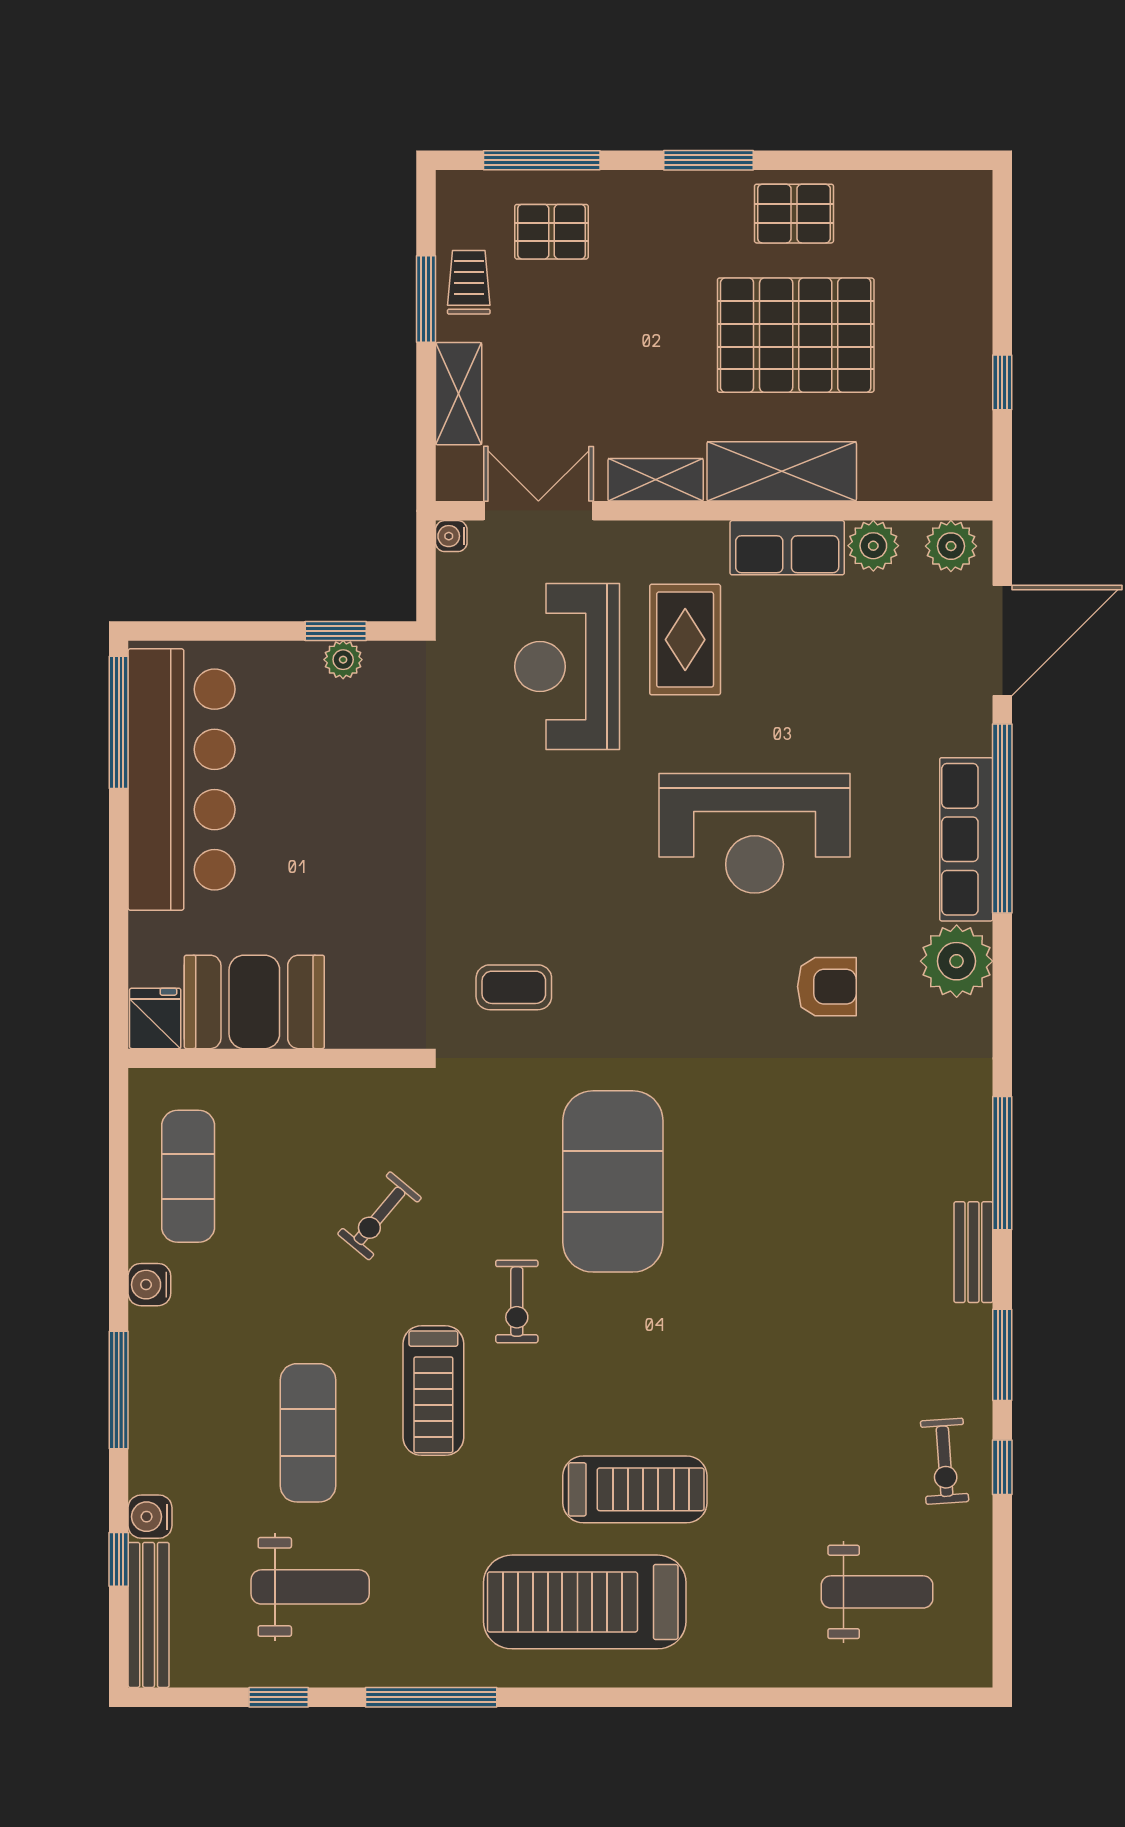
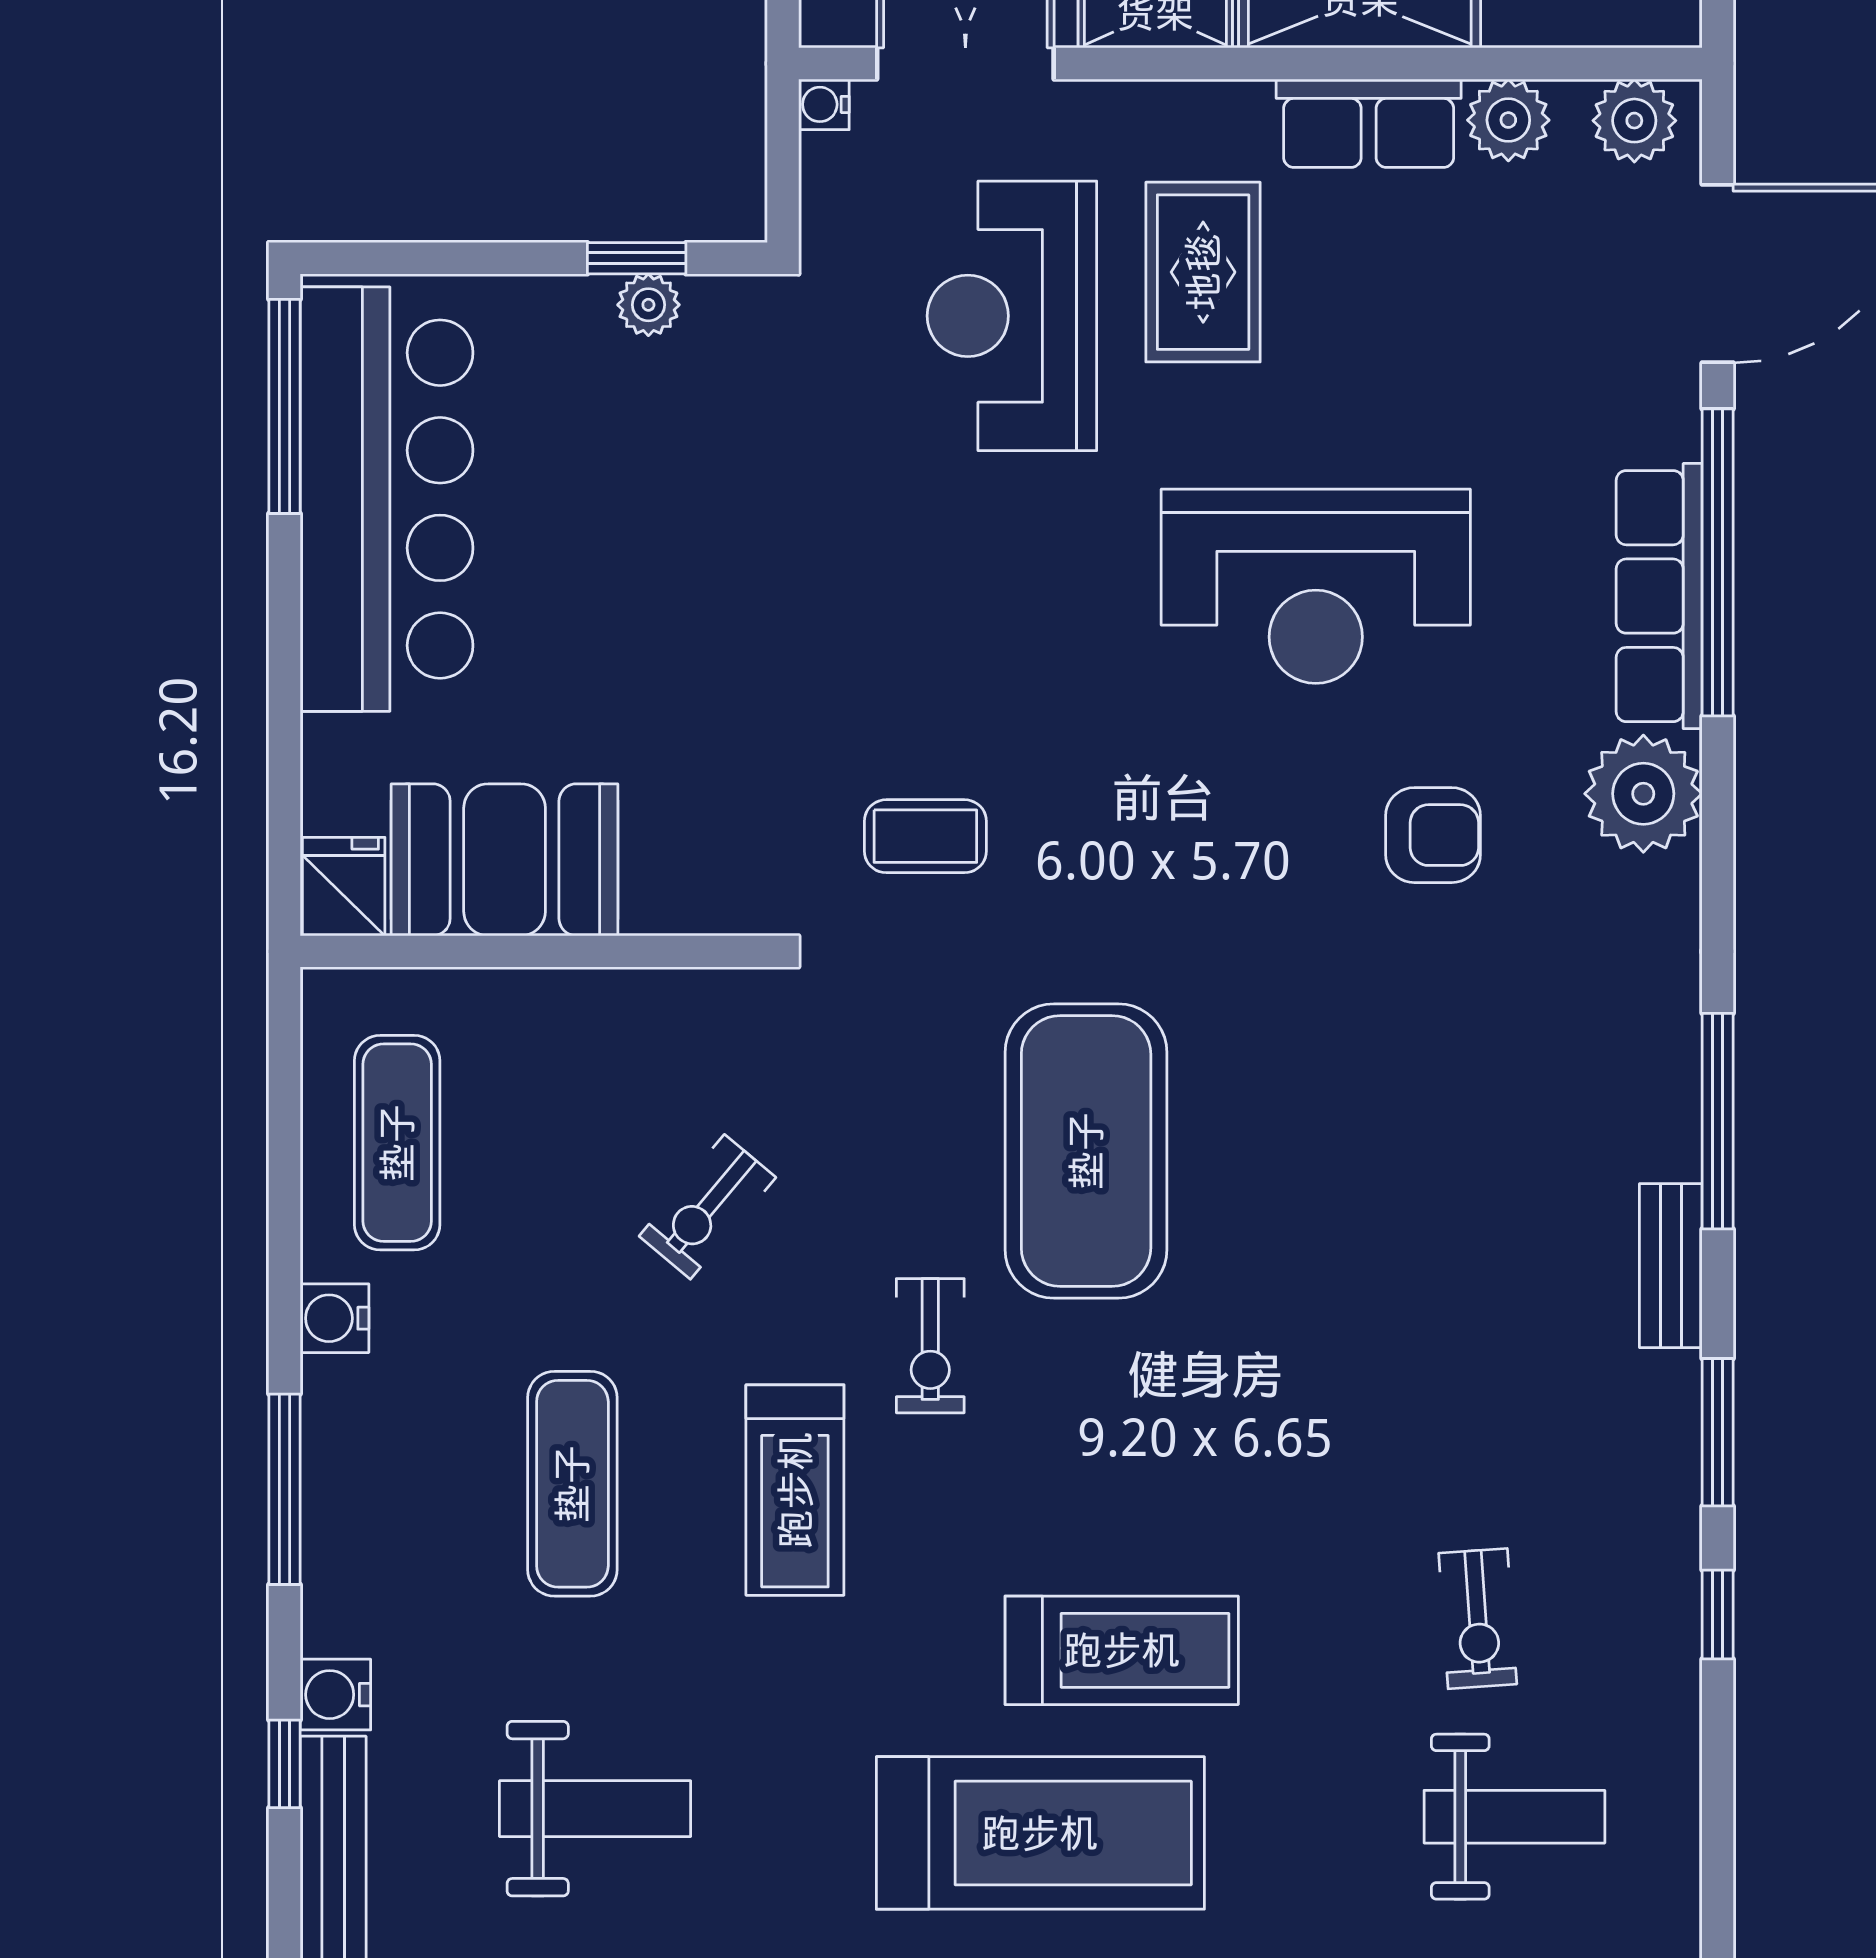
exercise mat: (308, 1433) -> (572, 1484), moved
exercise bike: (945, 1461) -> (1478, 1619), moved
treadmill: (585, 1602) -> (1040, 1833), turned 180

